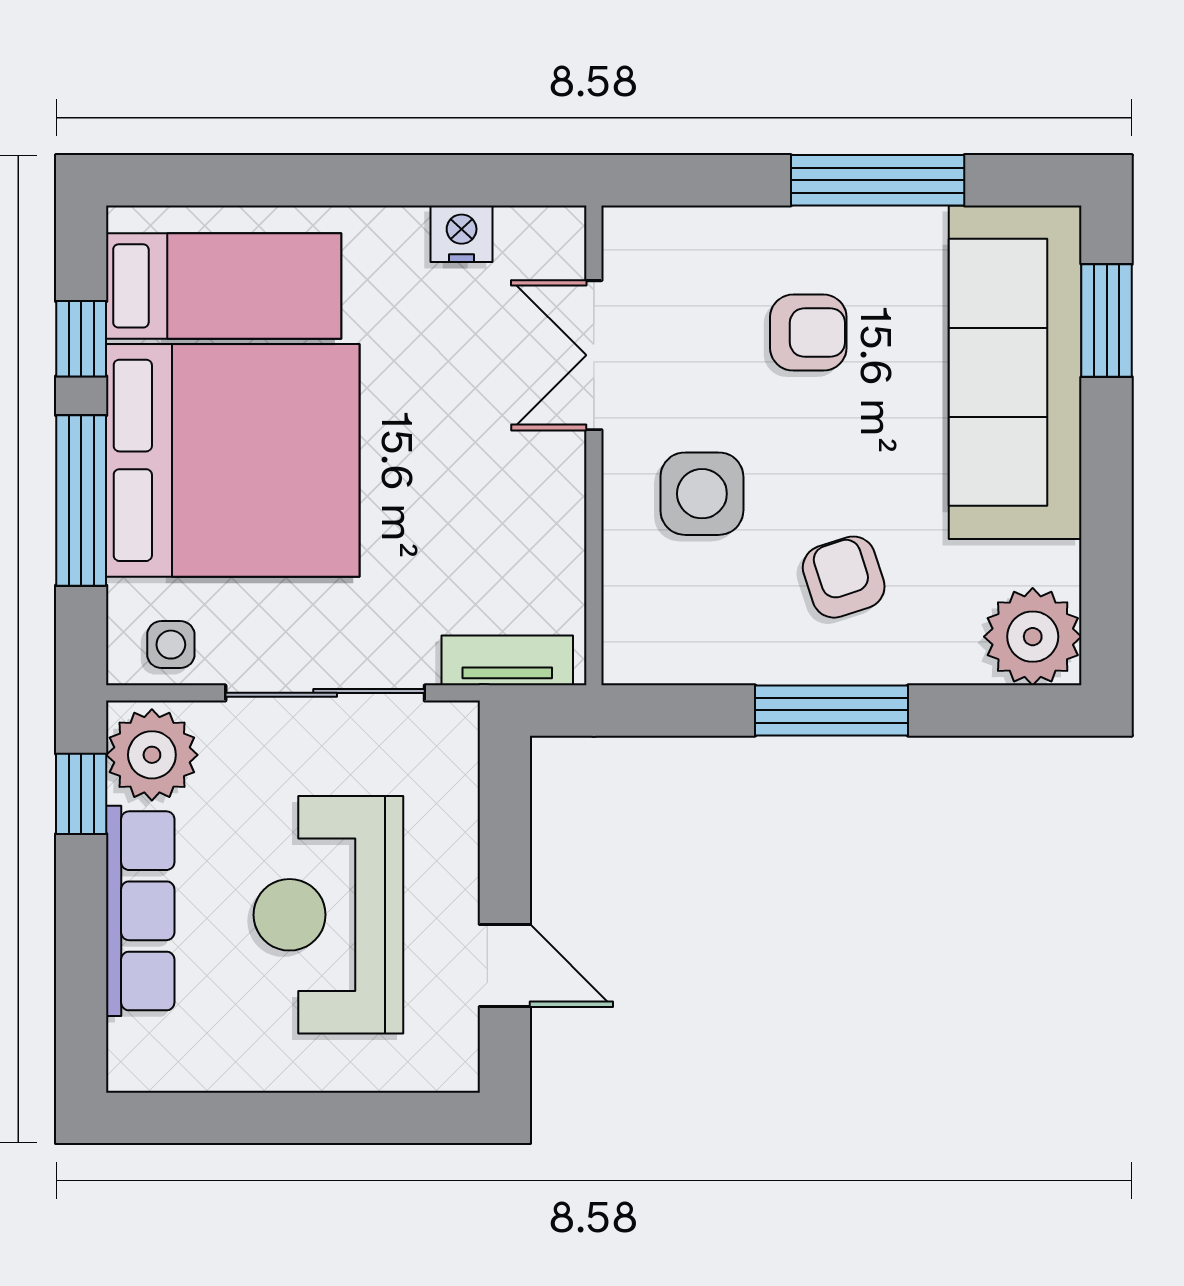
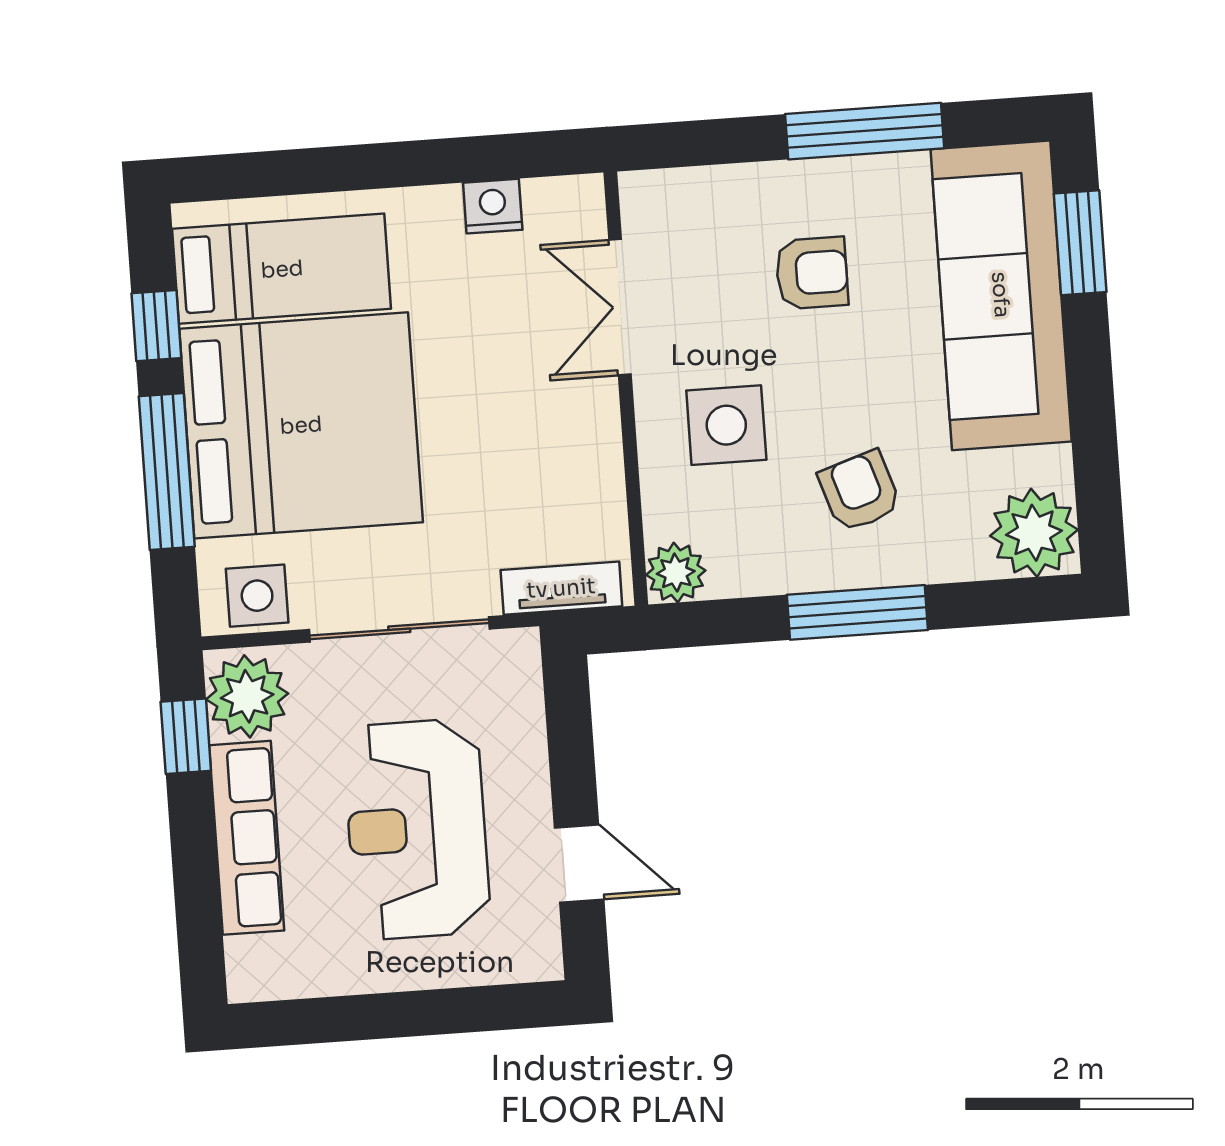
side table: (171, 645) -> (257, 596), width x1.37, depth x1.37
plant: (635, 652) -> (676, 573), added

